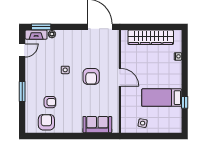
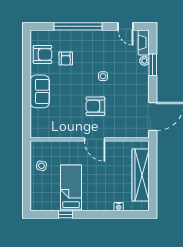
window: (41, 27) -> (153, 65), moved
door: (120, 77) -> (95, 139), hinge flipped
window: (22, 92) -> (78, 26), width x2.11
sofa: (97, 125) -> (40, 91), moved

